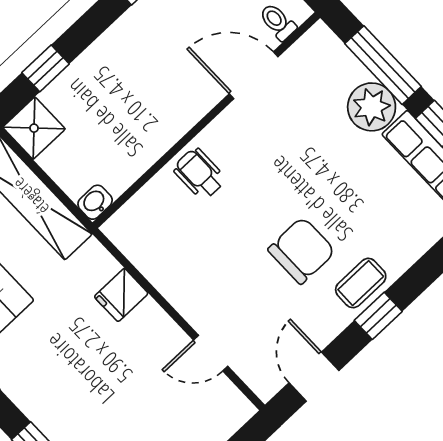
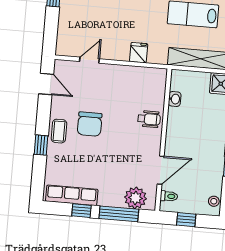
plant: (372, 107) -> (135, 198), moved
washbasin: (95, 202) -> (175, 99), moved
window: (378, 316) -> (41, 145), moved

